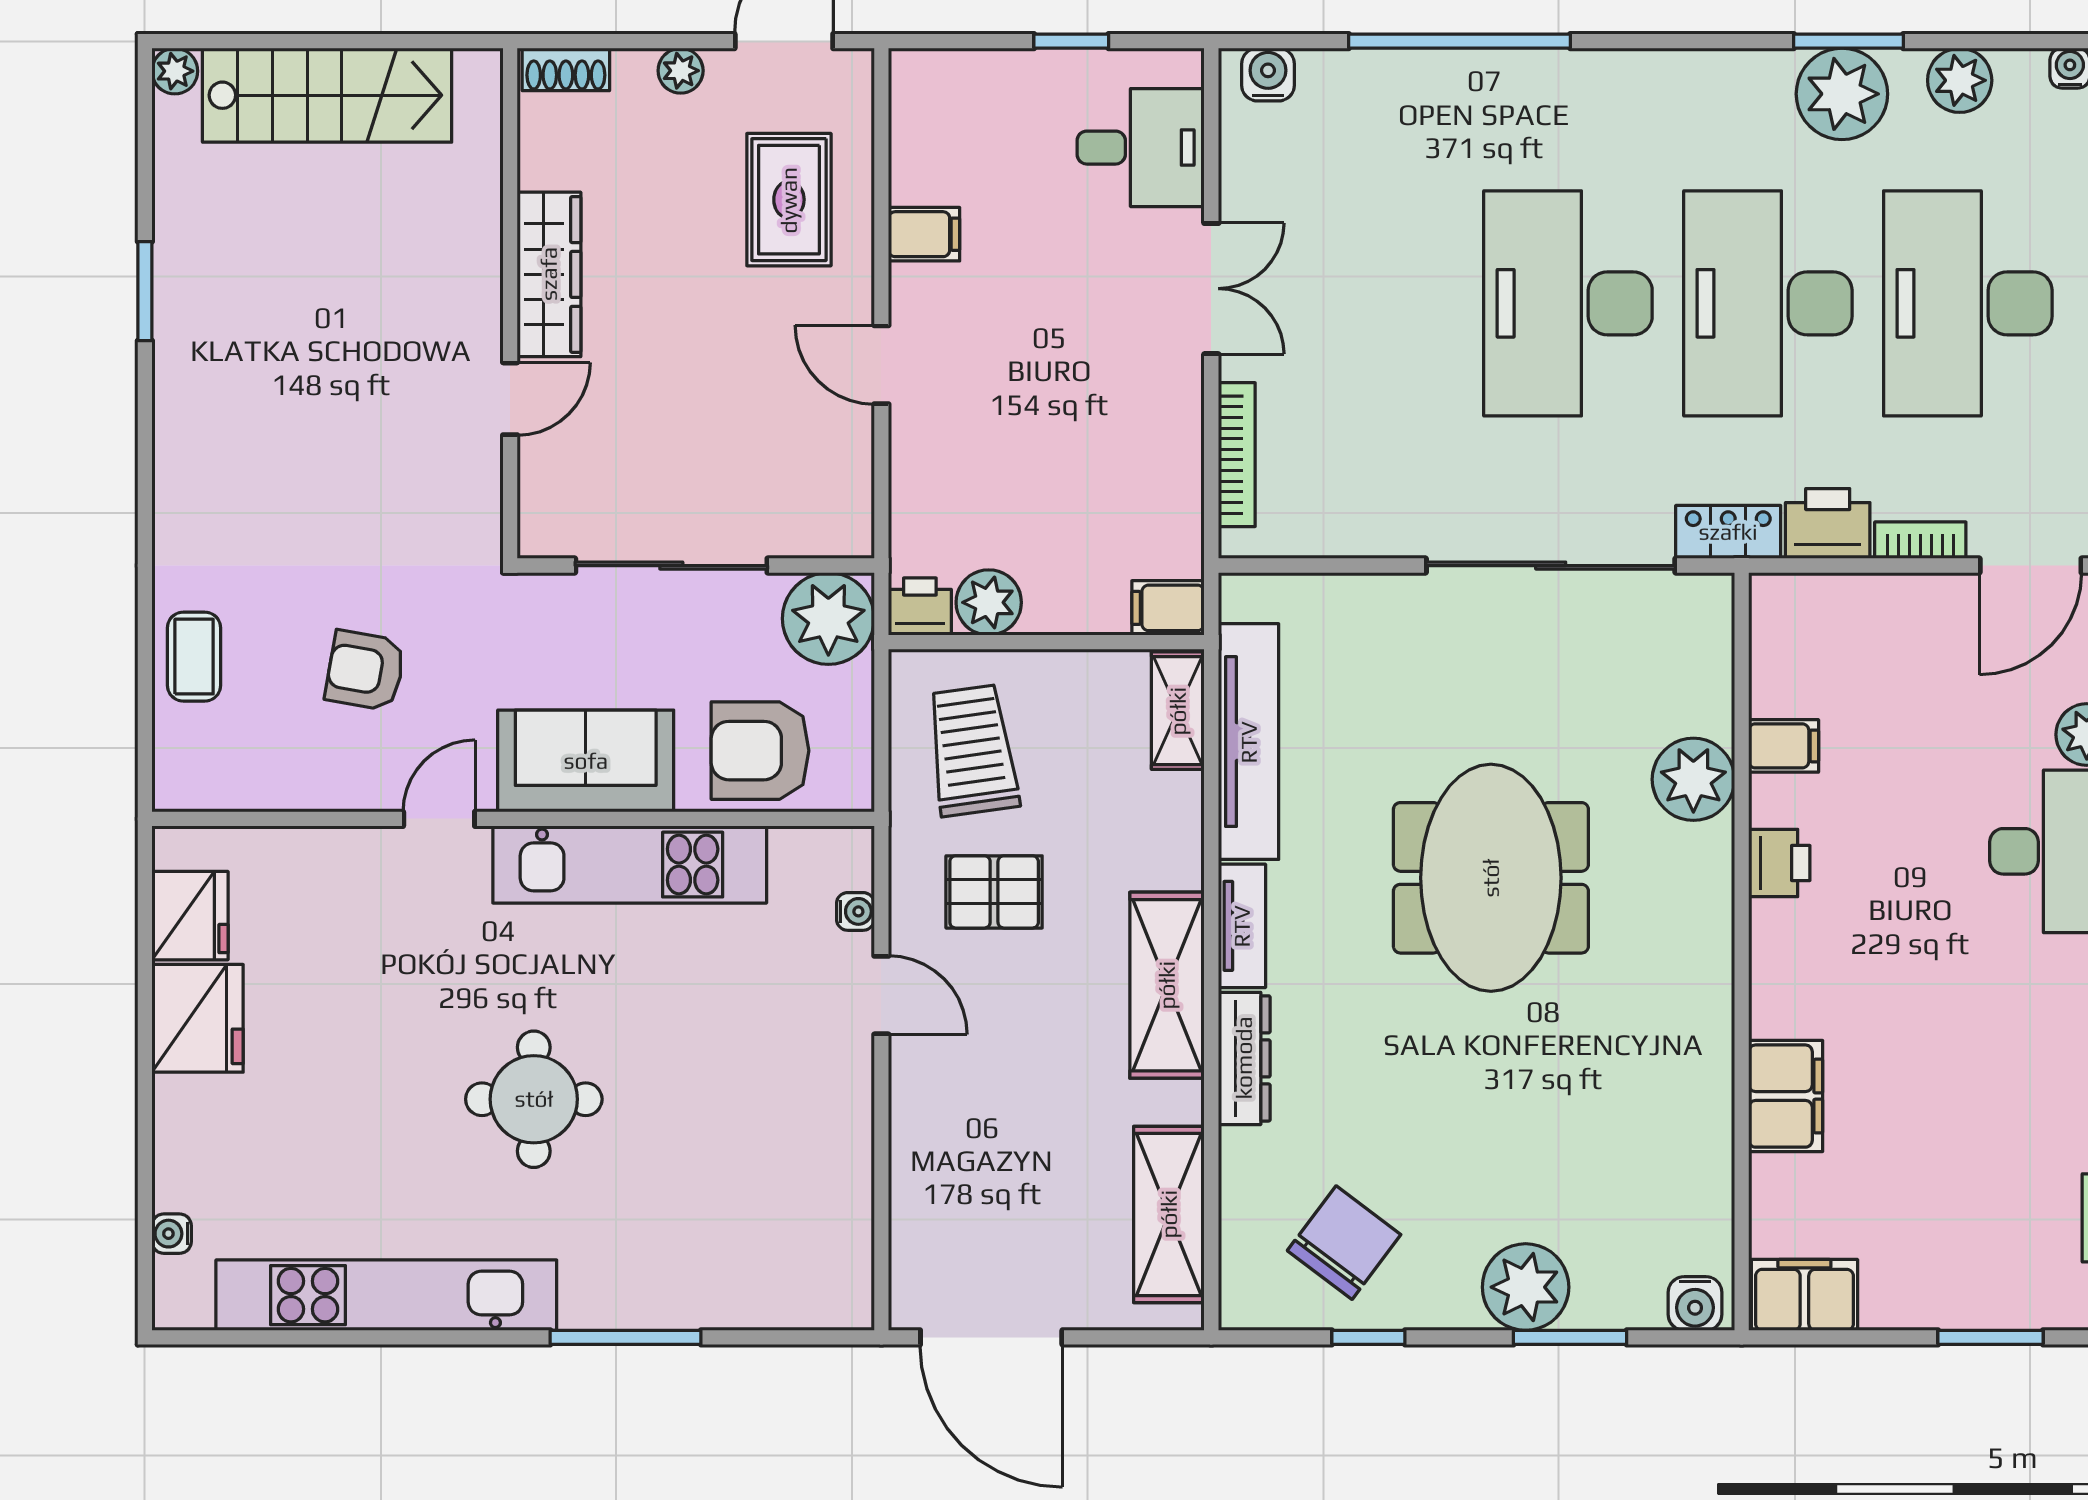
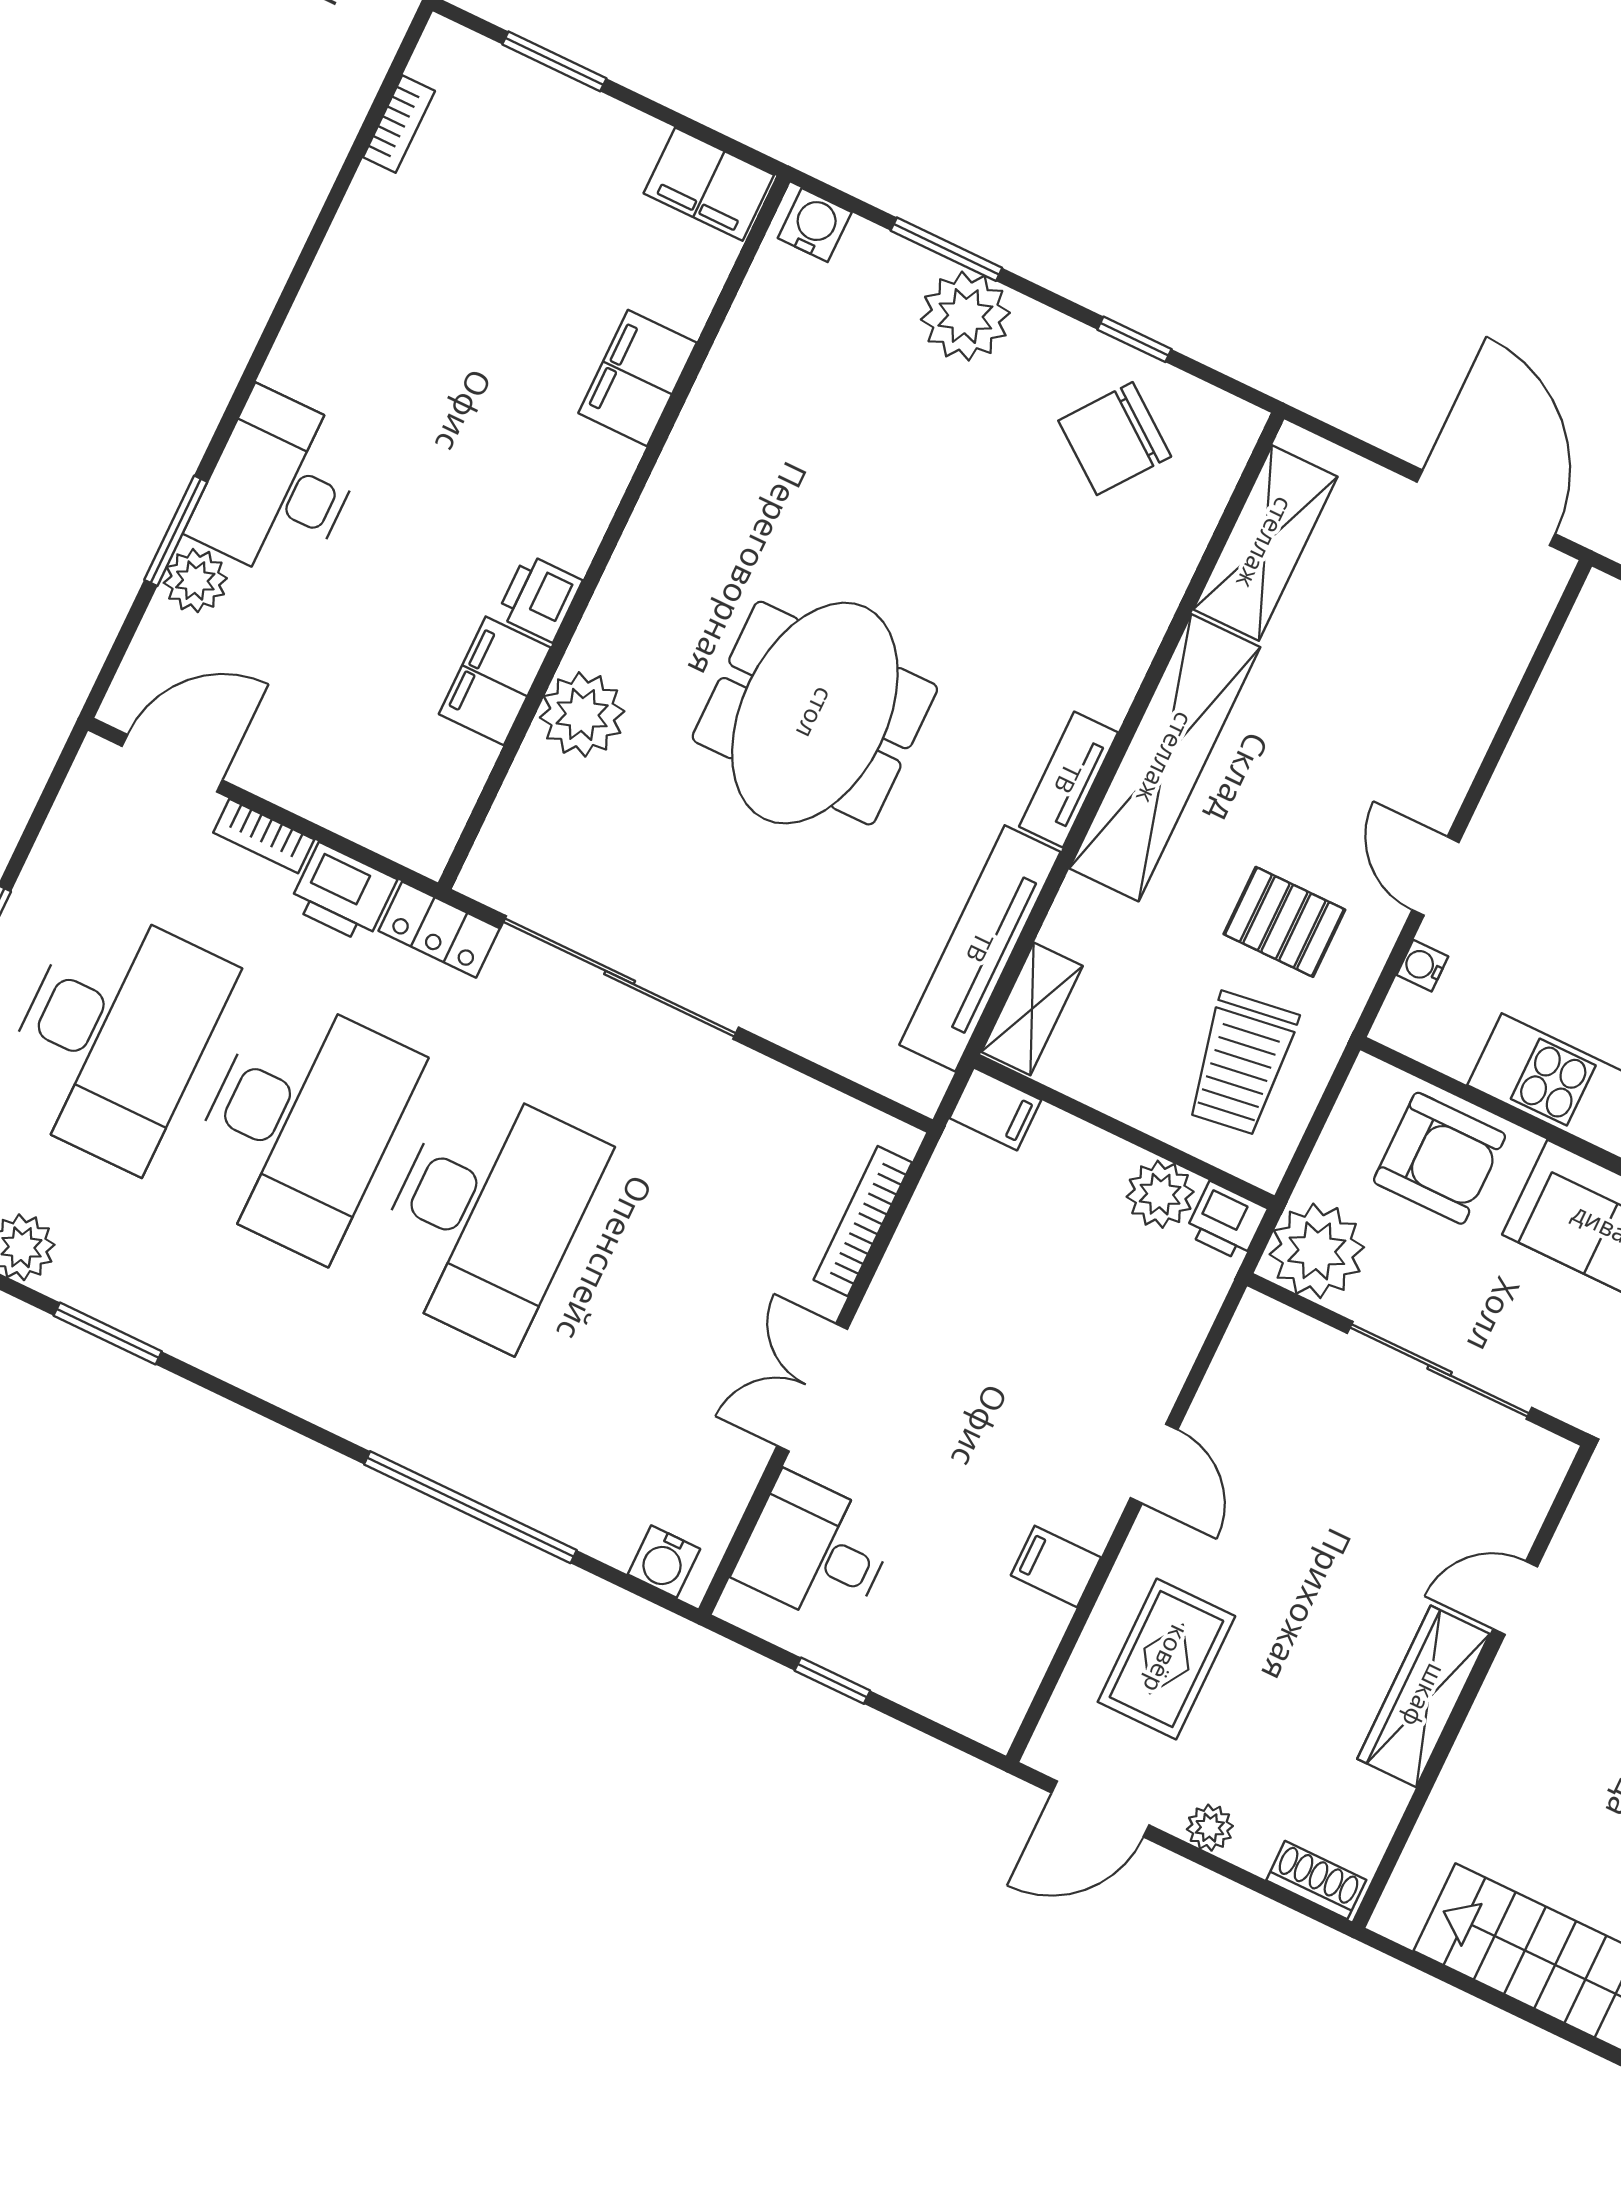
plant: (1842, 94) -> (137, 1287), removed
filing cabinet: (1784, 746) -> (495, 681), width x2.00
shelving: (1167, 985) -> (1165, 758), width x1.47
dresser: (1244, 1058) -> (1126, 655), removed

